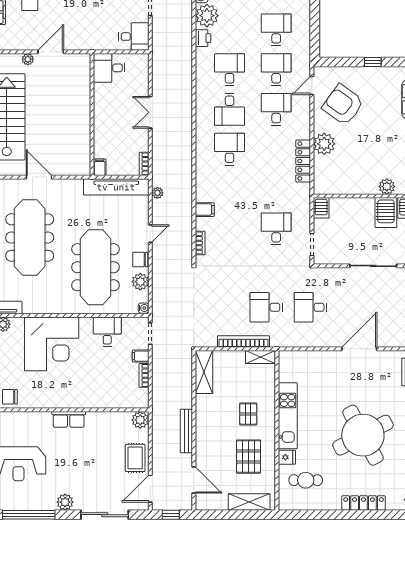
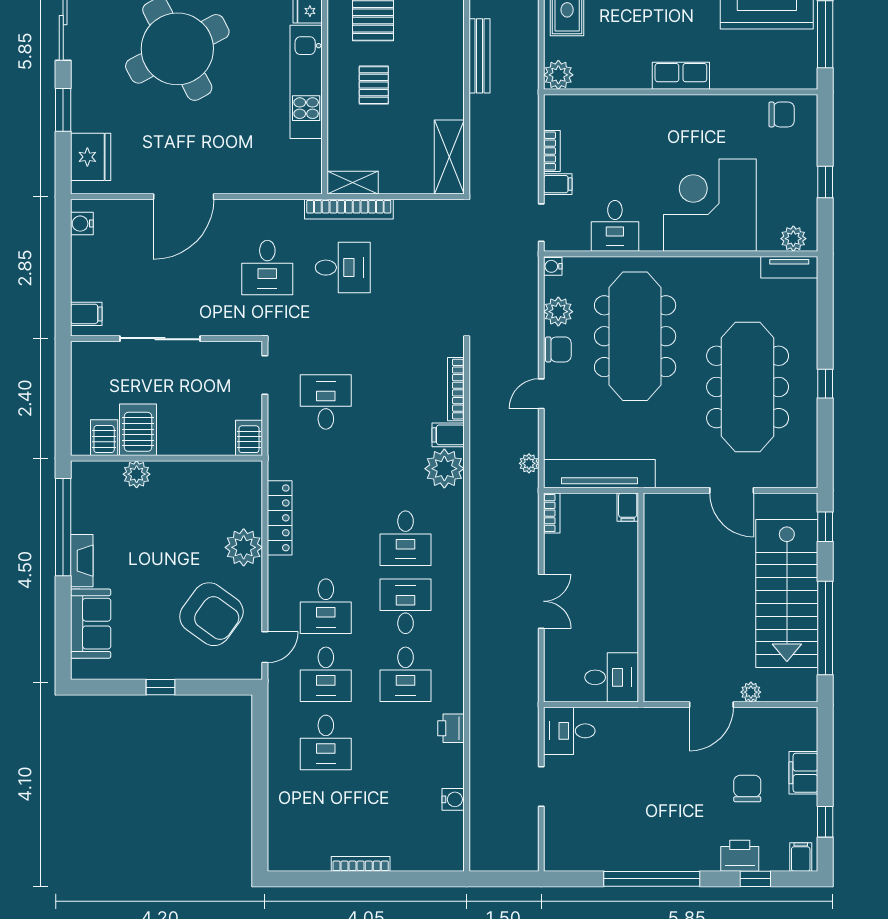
plant: (207, 16) -> (444, 469), moved
desk: (276, 229) -> (326, 402), turned 180
bookcase: (200, 243) -> (456, 389), width x1.56
desk: (310, 307) -> (267, 268), turned 90
bookcase: (244, 341) -> (349, 209), moved

